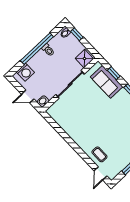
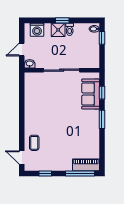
window: (37, 49) -> (62, 20), width x0.32
shower: (84, 59) -> (58, 30), moved
door: (28, 97) -> (22, 49), hinge flipped
door: (101, 173) -> (22, 158), hinge flipped

